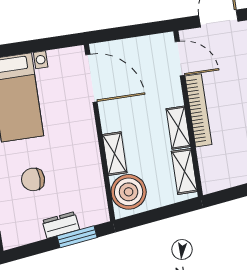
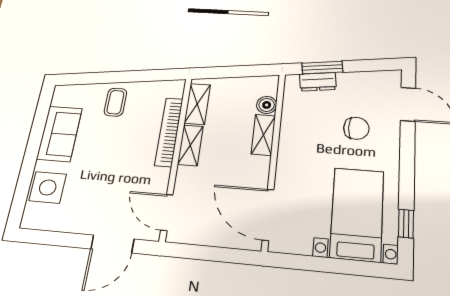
bookcase: (198, 110) -> (169, 132), moved
boiler: (129, 192) -> (267, 105), width x0.54, depth x0.54
dresser: (61, 225) -> (318, 82), moved

